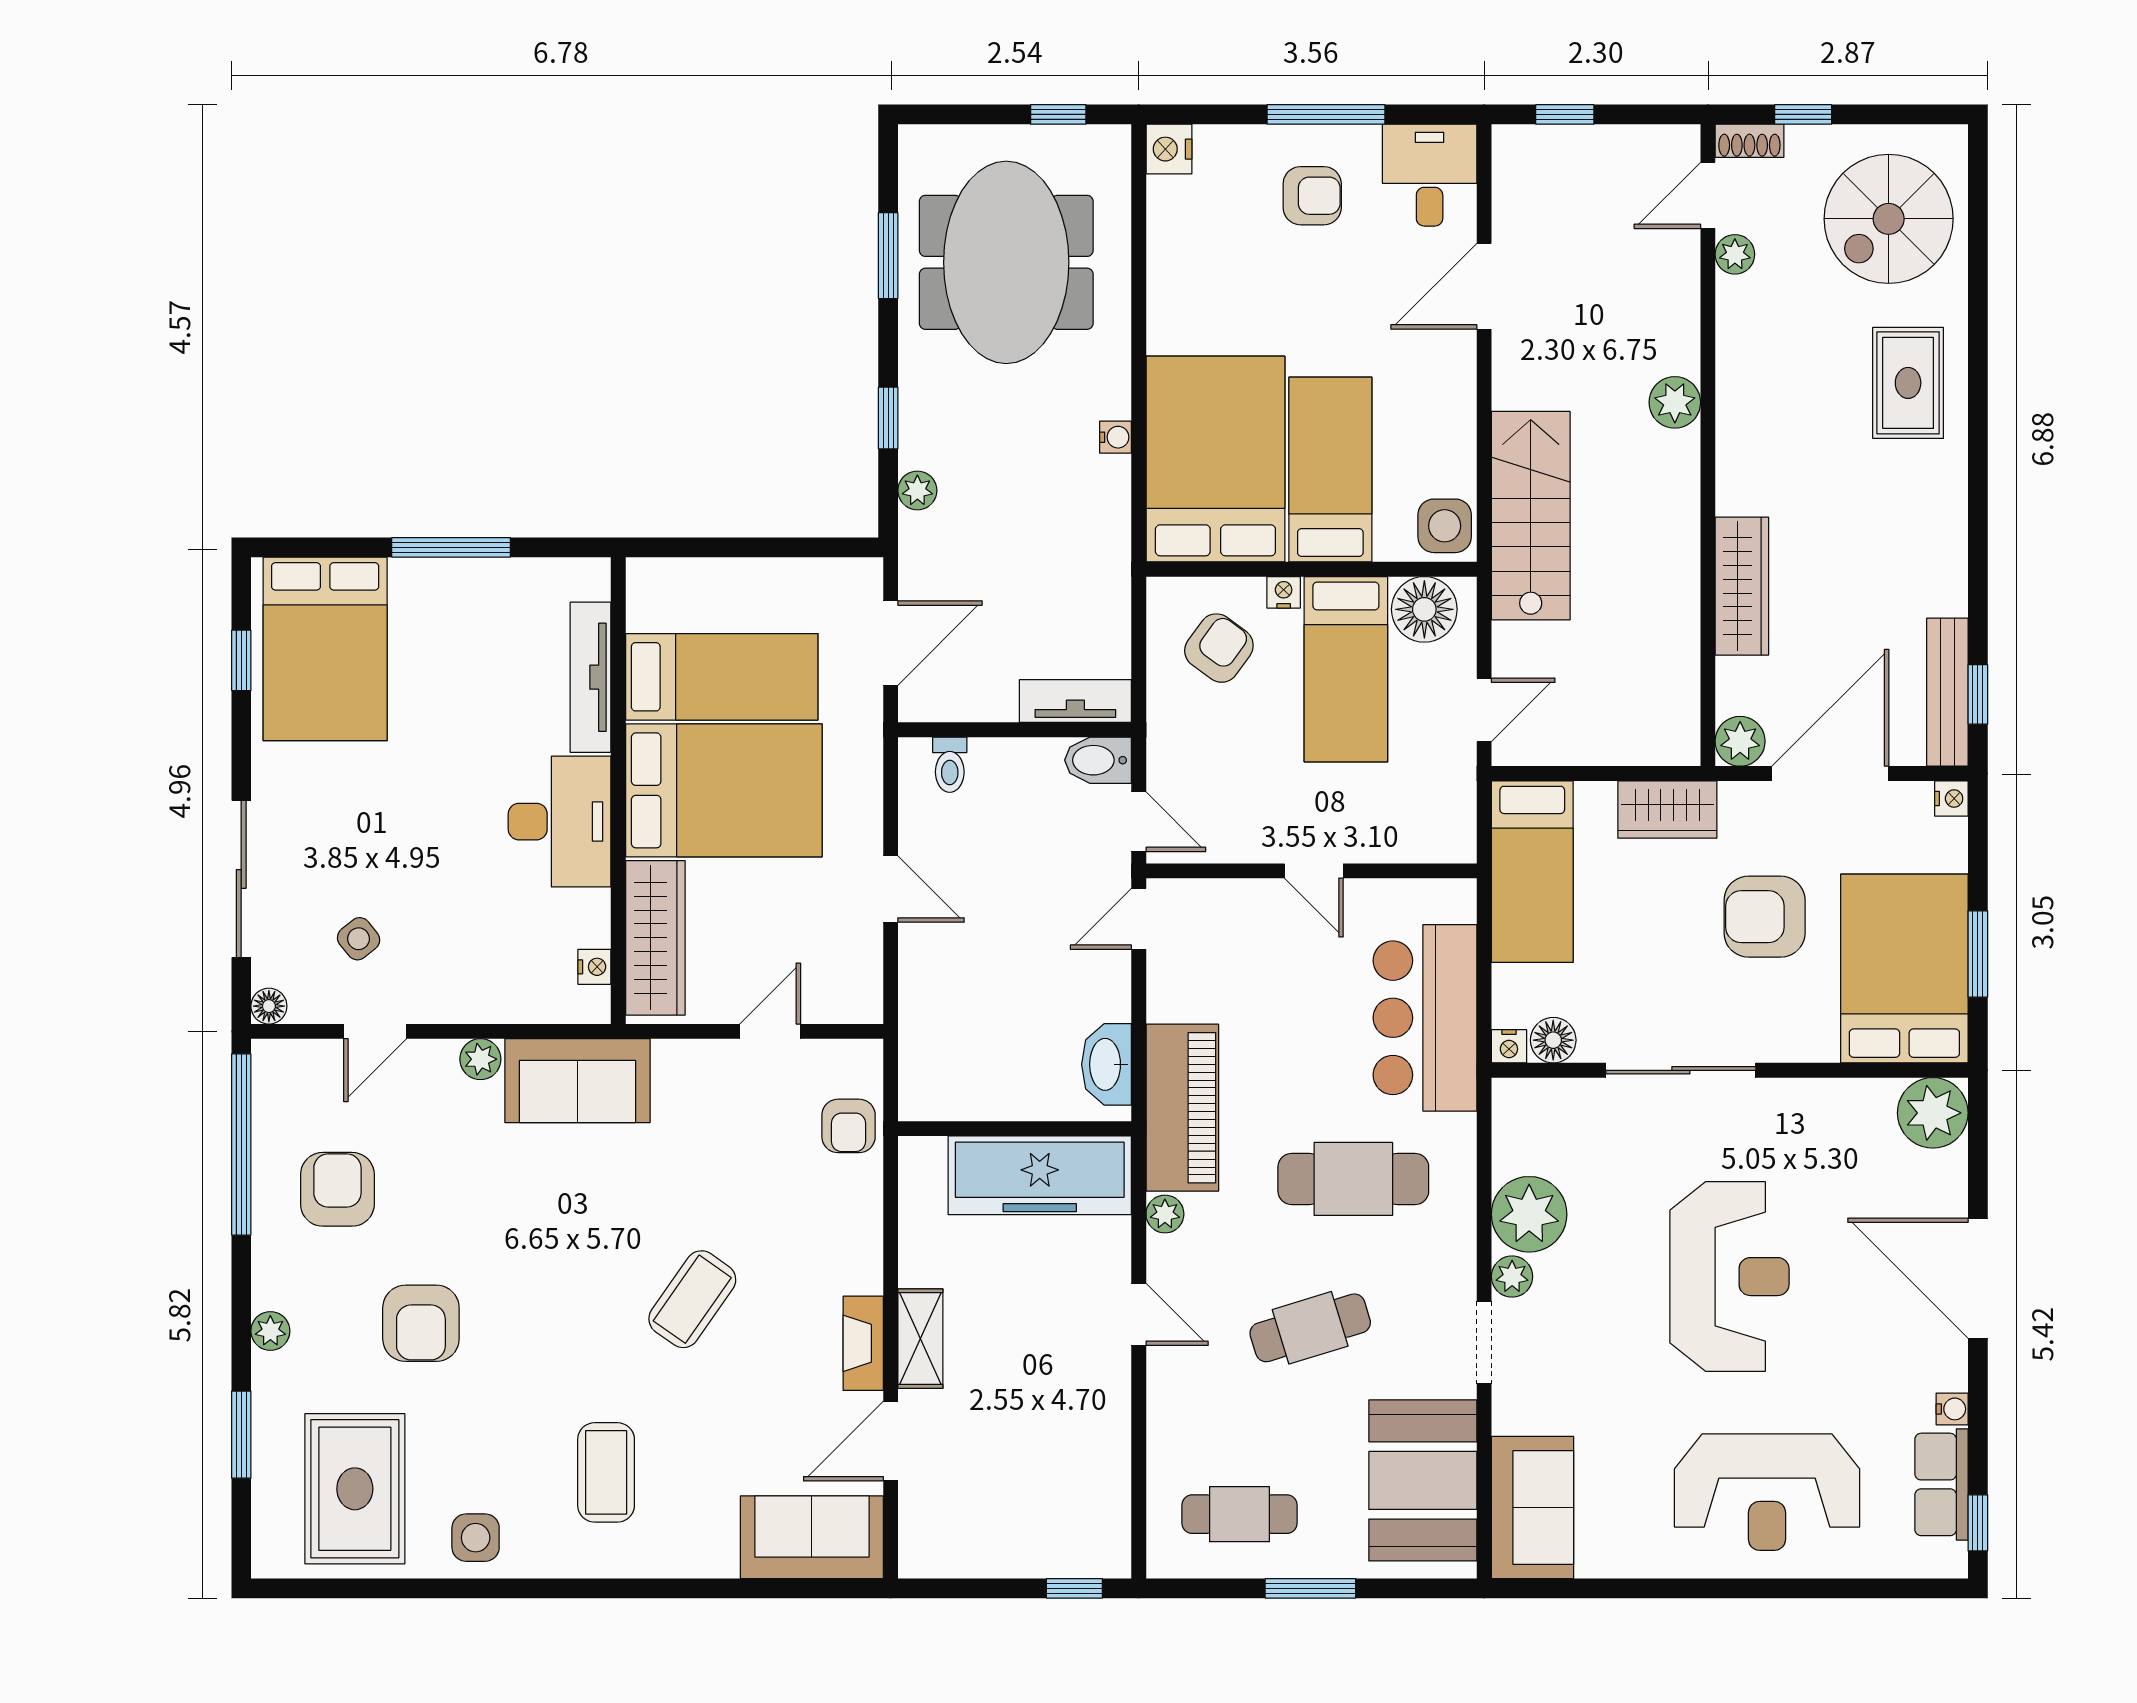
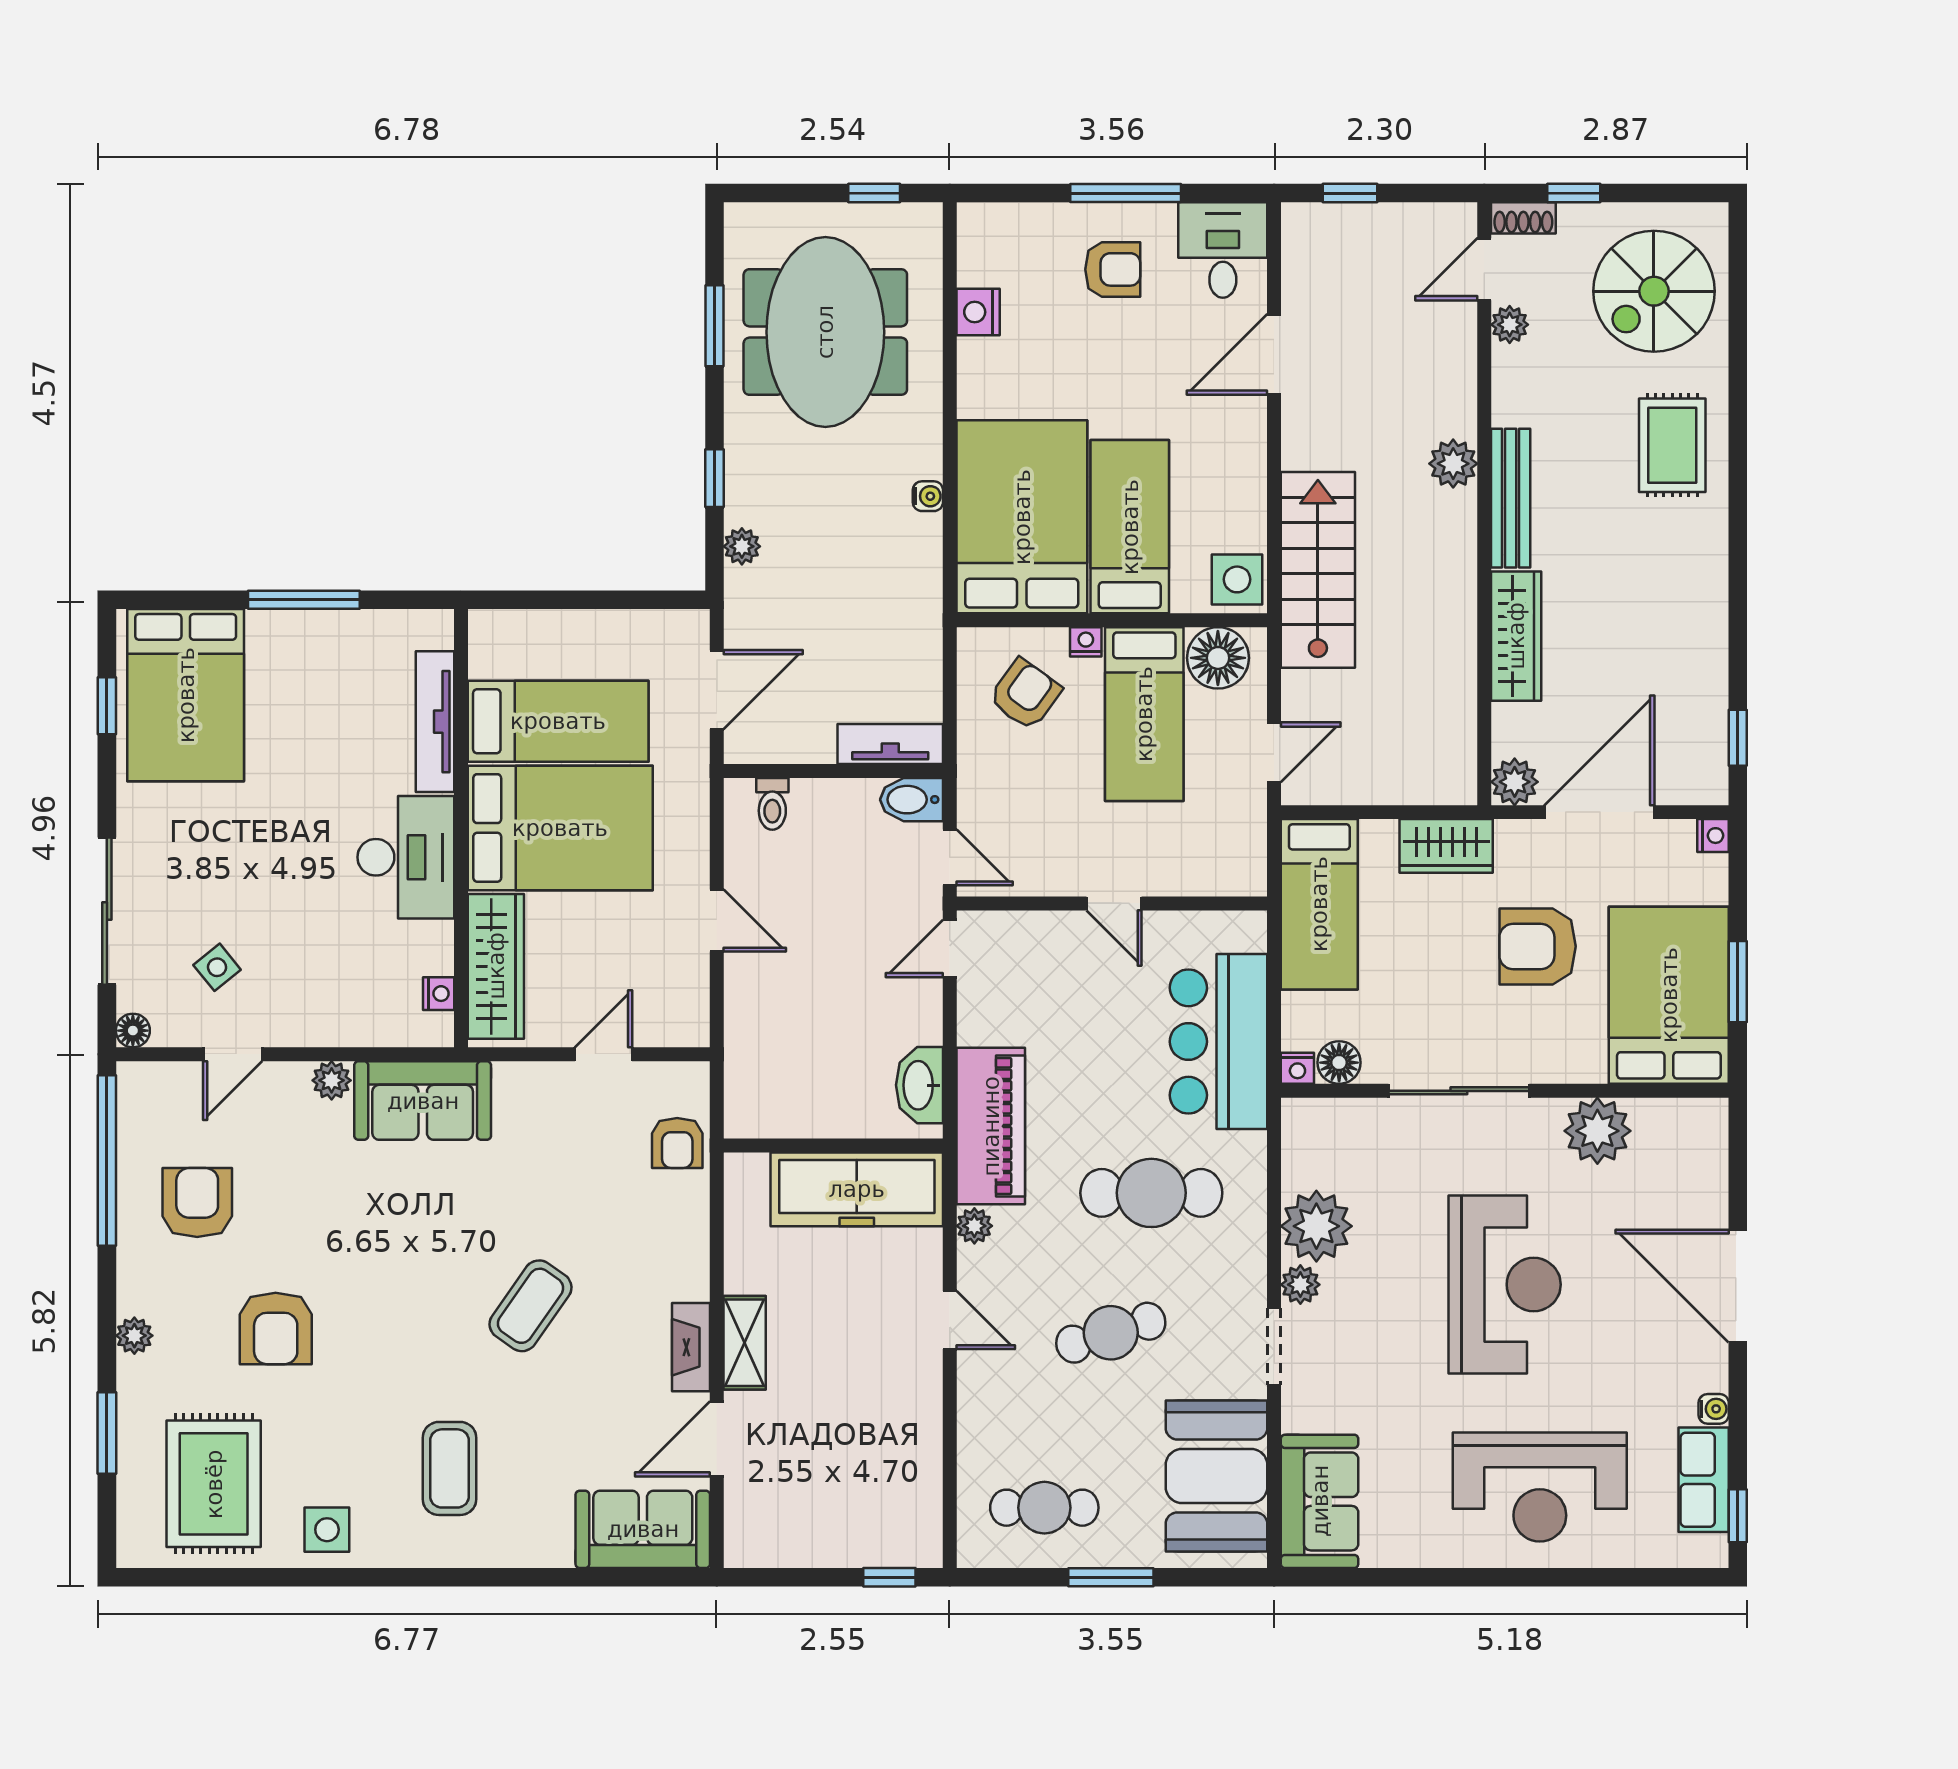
nightstand: (1169, 149) -> (978, 312), moved
bench: (1947, 692) -> (1511, 498), moved
plant: (1933, 1113) -> (1597, 1131), moved

